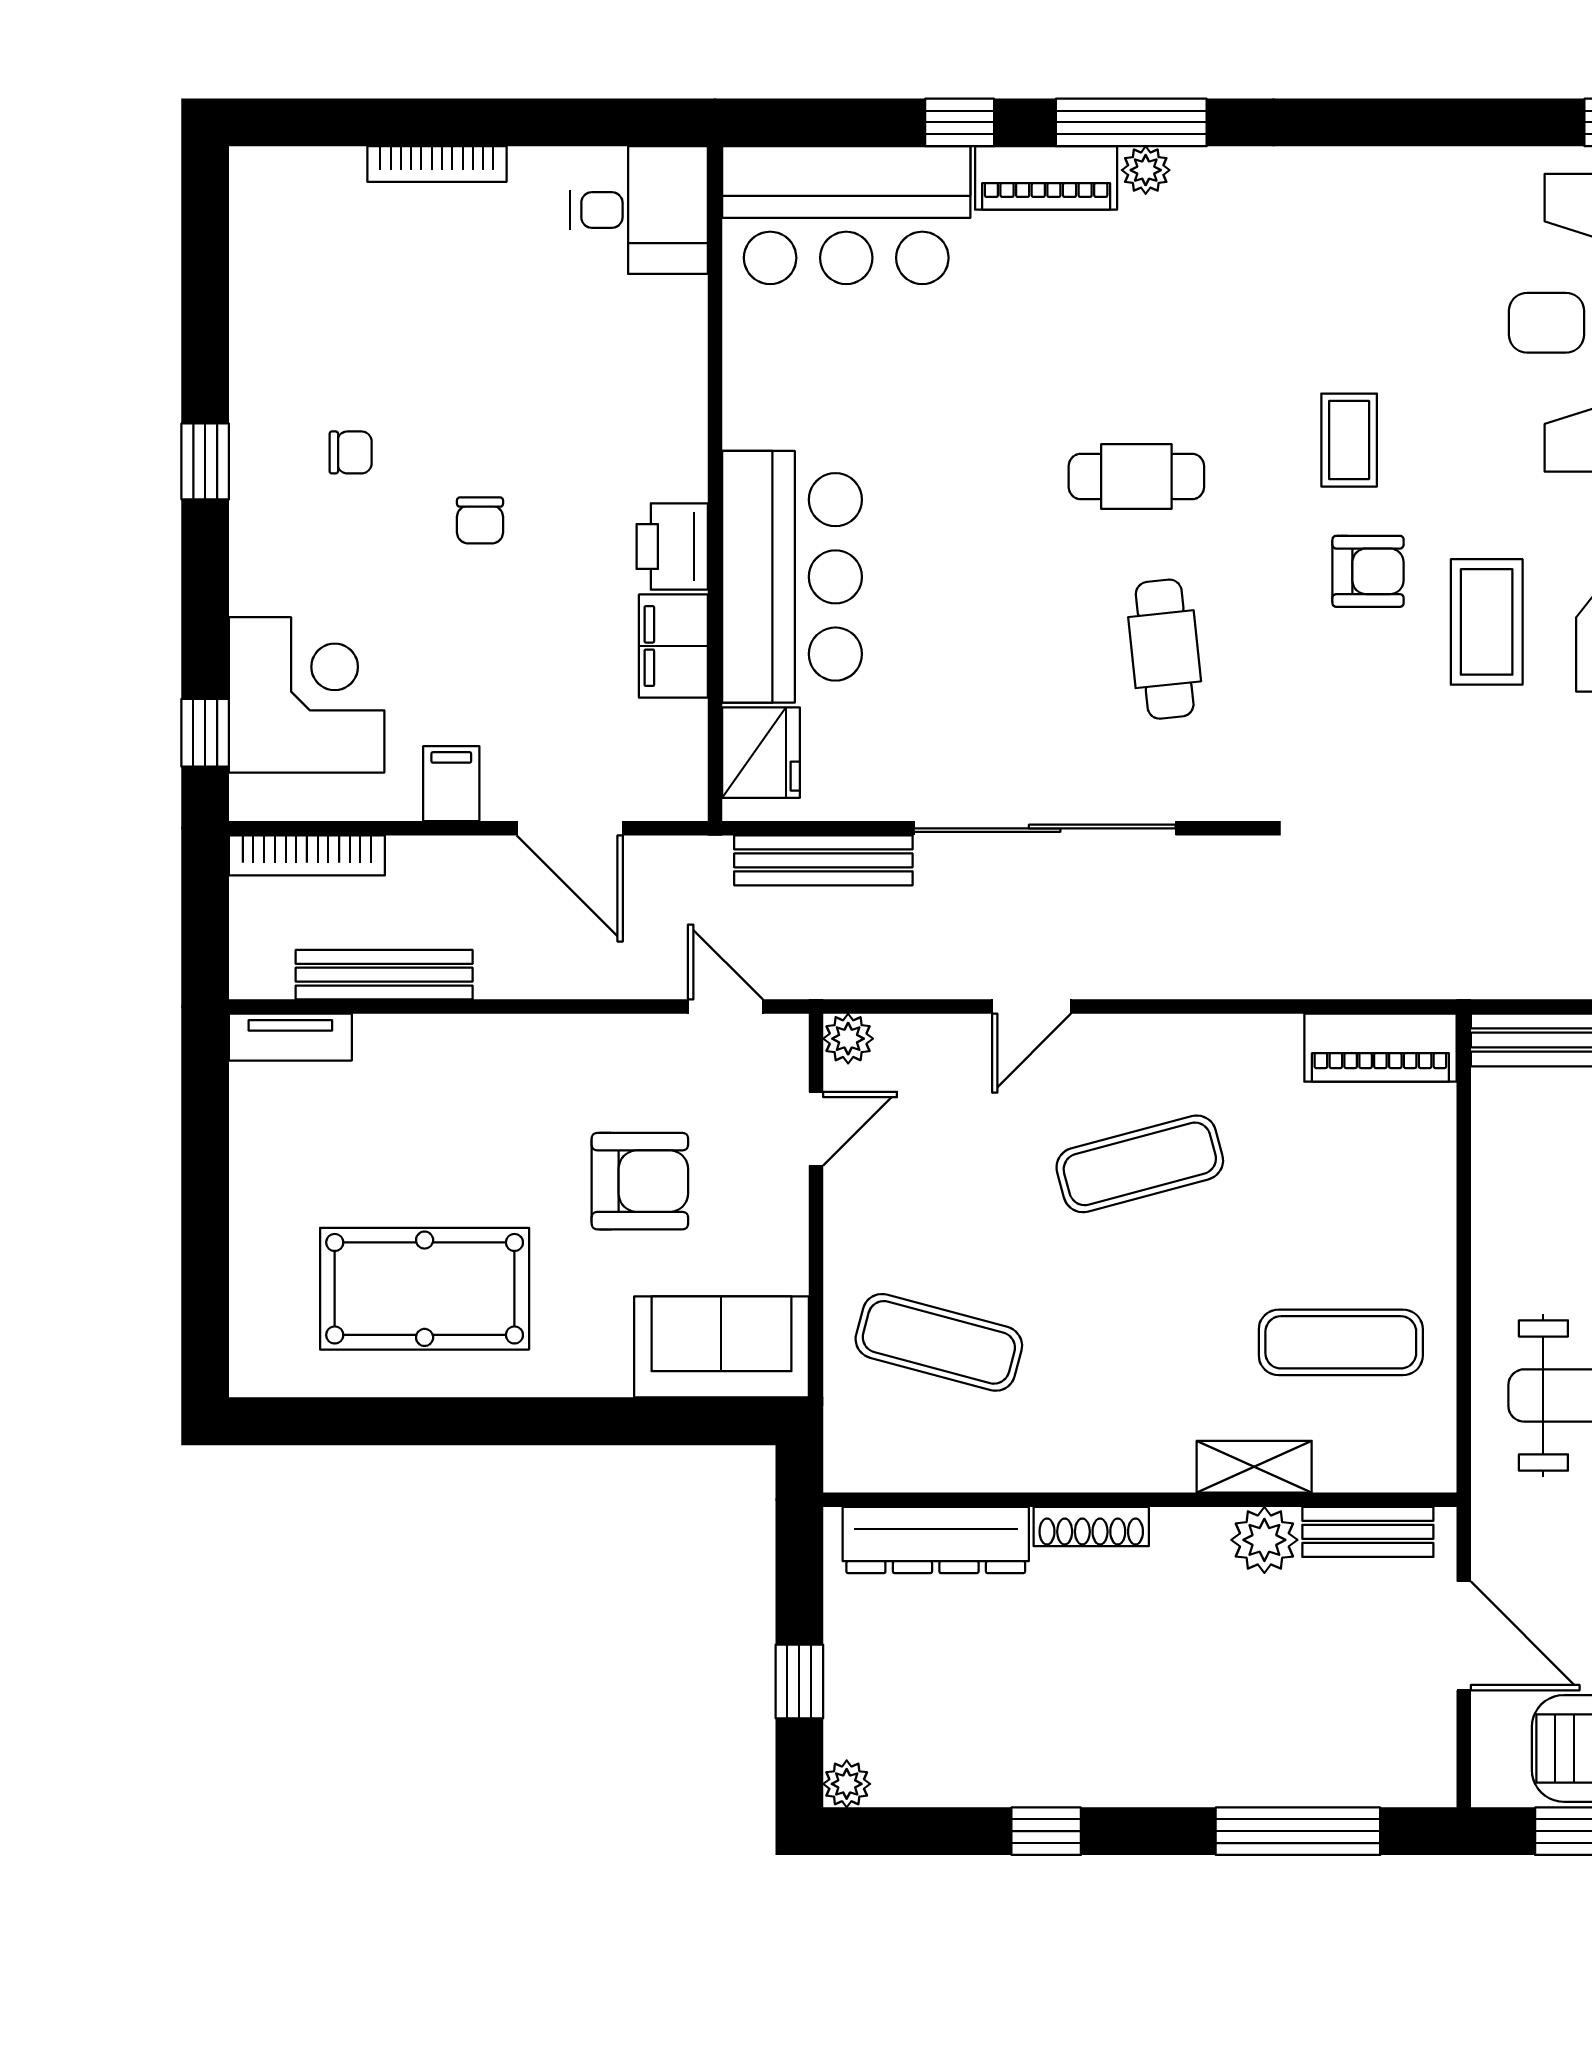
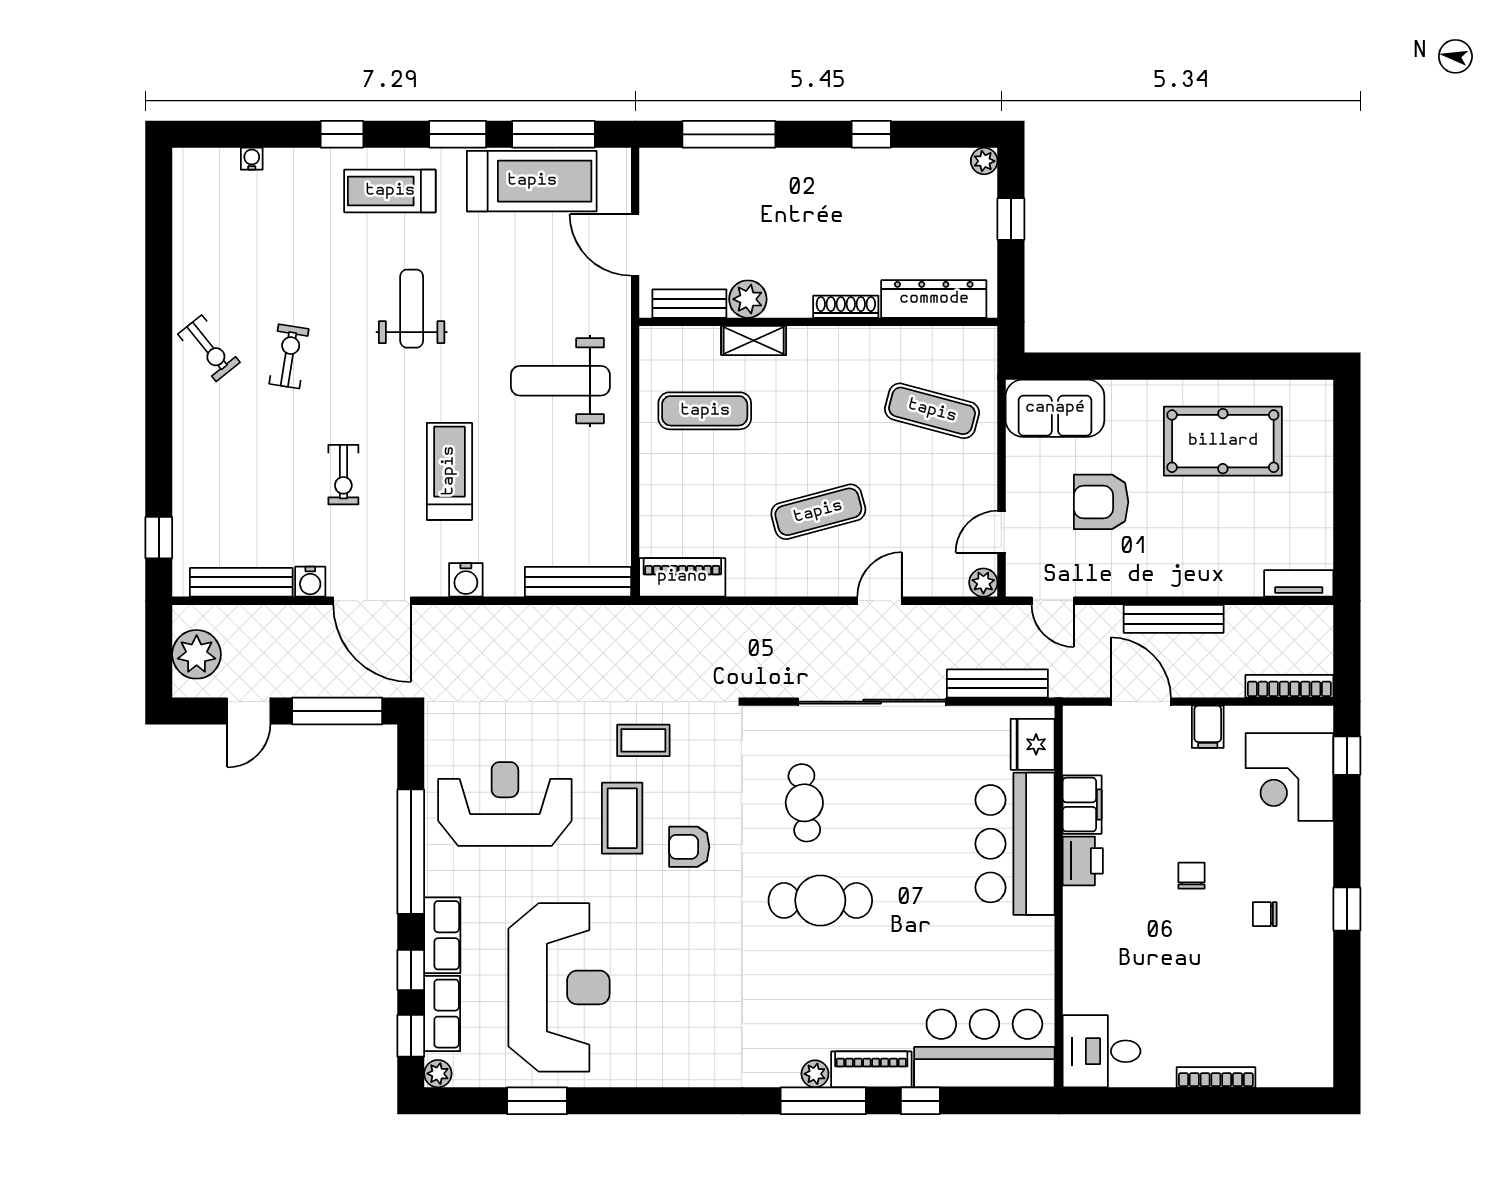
coffee table: (1349, 440) -> (643, 740), moved, turned 90
cafe table: (1136, 477) -> (820, 900), width x1.37, depth x1.35
bench: (384, 975) -> (1174, 619), moved

